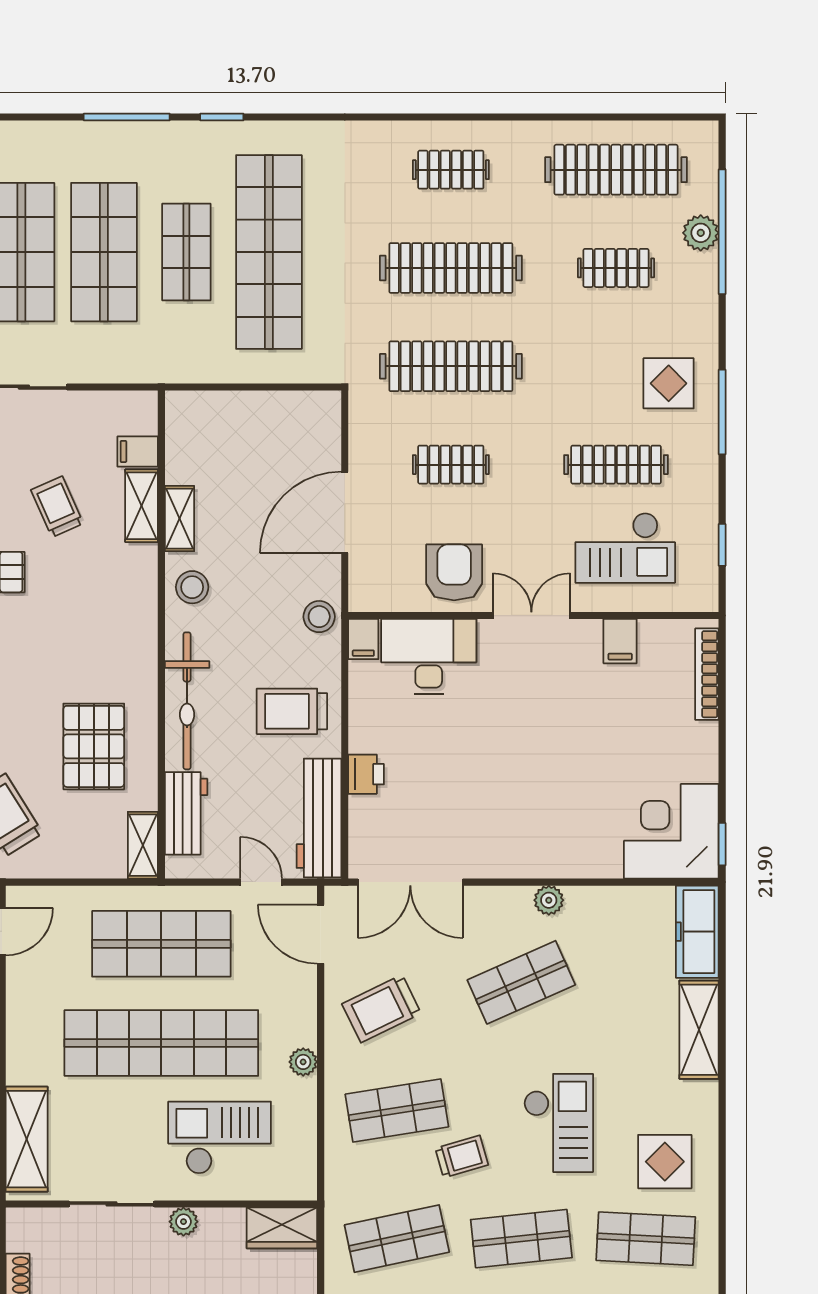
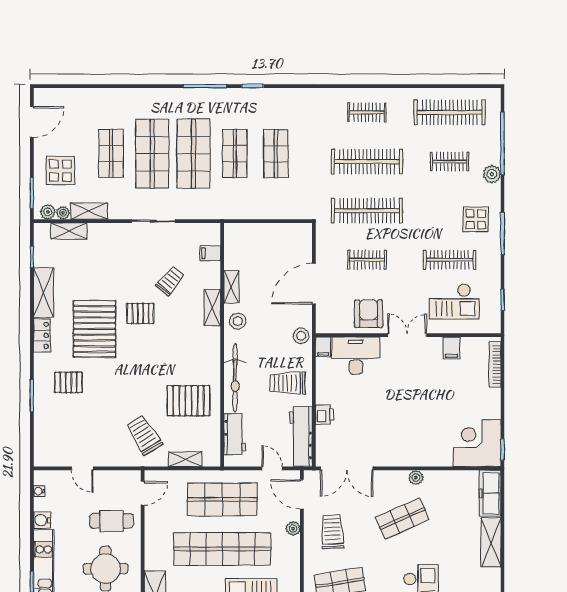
plant: (701, 233) -> (492, 174), moved
shop shelf: (269, 252) -> (276, 154), width x0.50, depth x0.74
shelving: (142, 506) -> (212, 308), moved
trolley: (57, 507) -> (170, 281), turned 63
pallet: (94, 746) -> (188, 401), turned 90
shelving: (143, 845) -> (185, 459), moved, turned 90
trolley: (382, 1009) -> (332, 532), turned 113
plant: (303, 1062) -> (293, 529), moved

